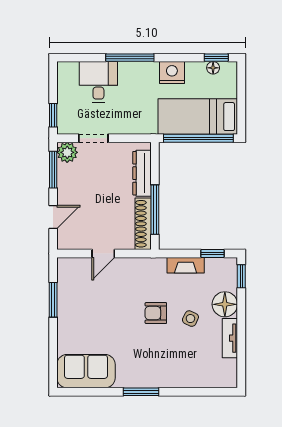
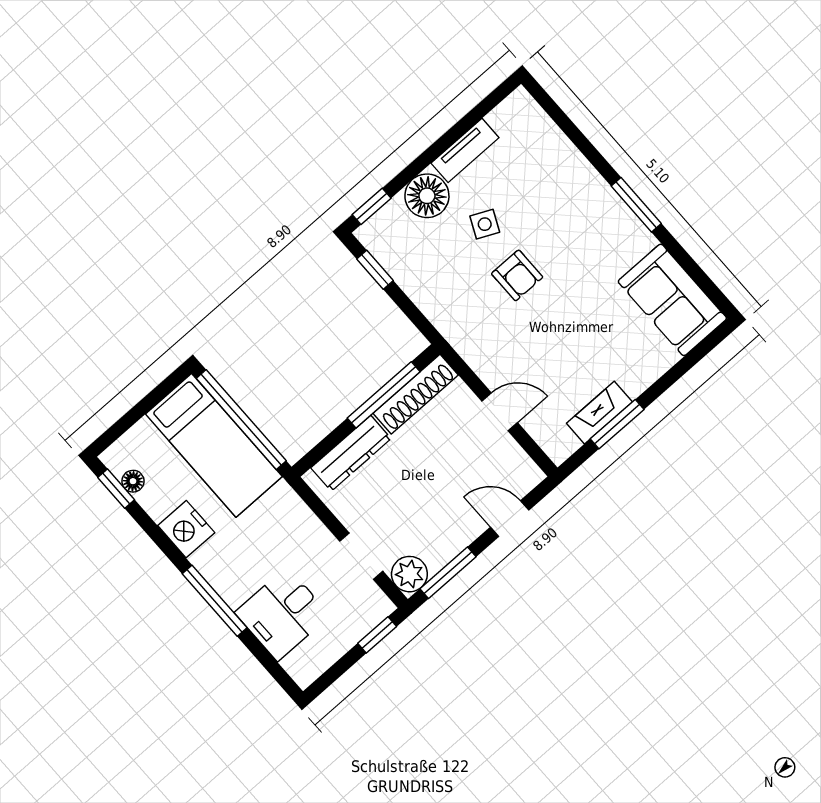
fireplace: (186, 265) -> (599, 413), moved, turned -90

